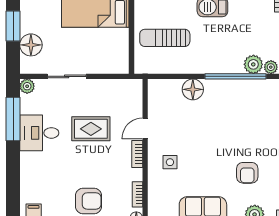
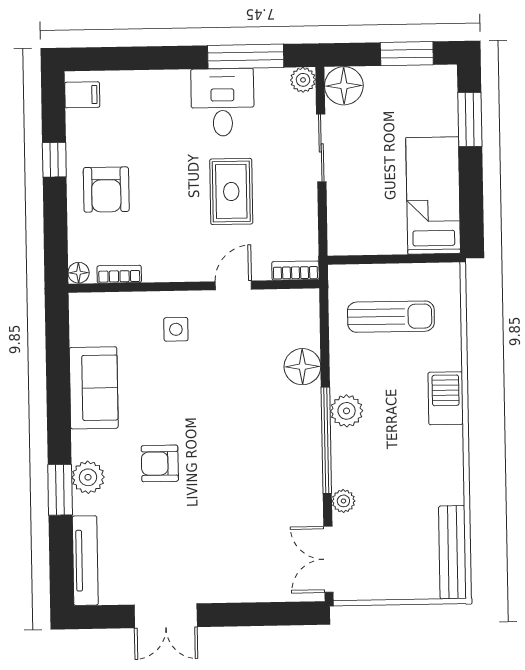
sun lounger: (165, 38) -> (391, 317), turned 90
floor lamp: (31, 45) -> (344, 86), moved
plant: (253, 64) -> (347, 411), moved
door: (145, 129) -> (233, 285), hinge flipped
bookcase: (137, 154) -> (295, 271), moved

